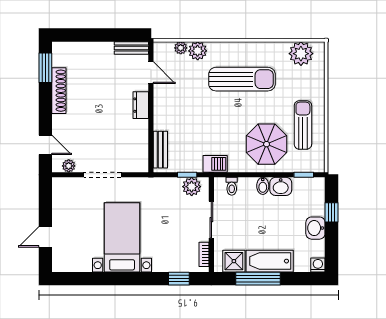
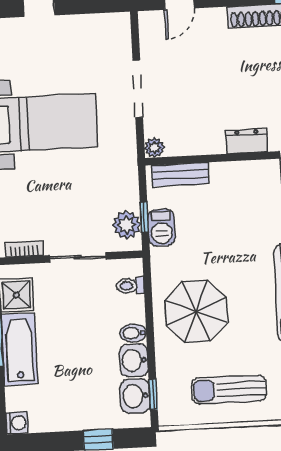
sun lounger: (303, 125) -> (229, 389), turned 180
parasol: (267, 144) -> (196, 311), moved
barbecue: (215, 164) -> (161, 228), moved
plant: (69, 166) -> (154, 148), moved
washbasin: (315, 228) -> (135, 396), moved, turned -90

